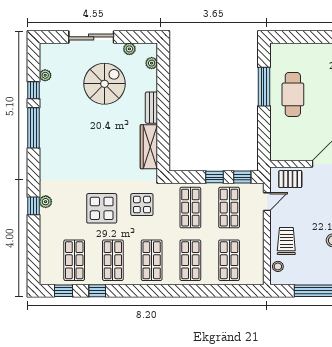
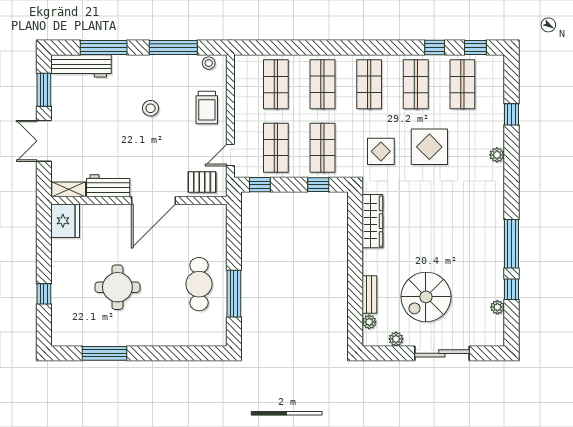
bench: (151, 108) -> (369, 294), moved
window: (215, 177) -> (318, 185), moved
window: (33, 206) -> (511, 114), moved
stool: (278, 266) -> (209, 63), moved

